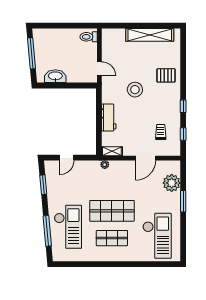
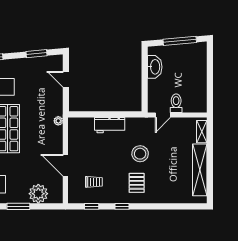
toilet: (89, 37) -> (176, 103), moved
pallet: (166, 75) -> (137, 183), moved
shelving: (112, 151) -> (202, 132), moved

